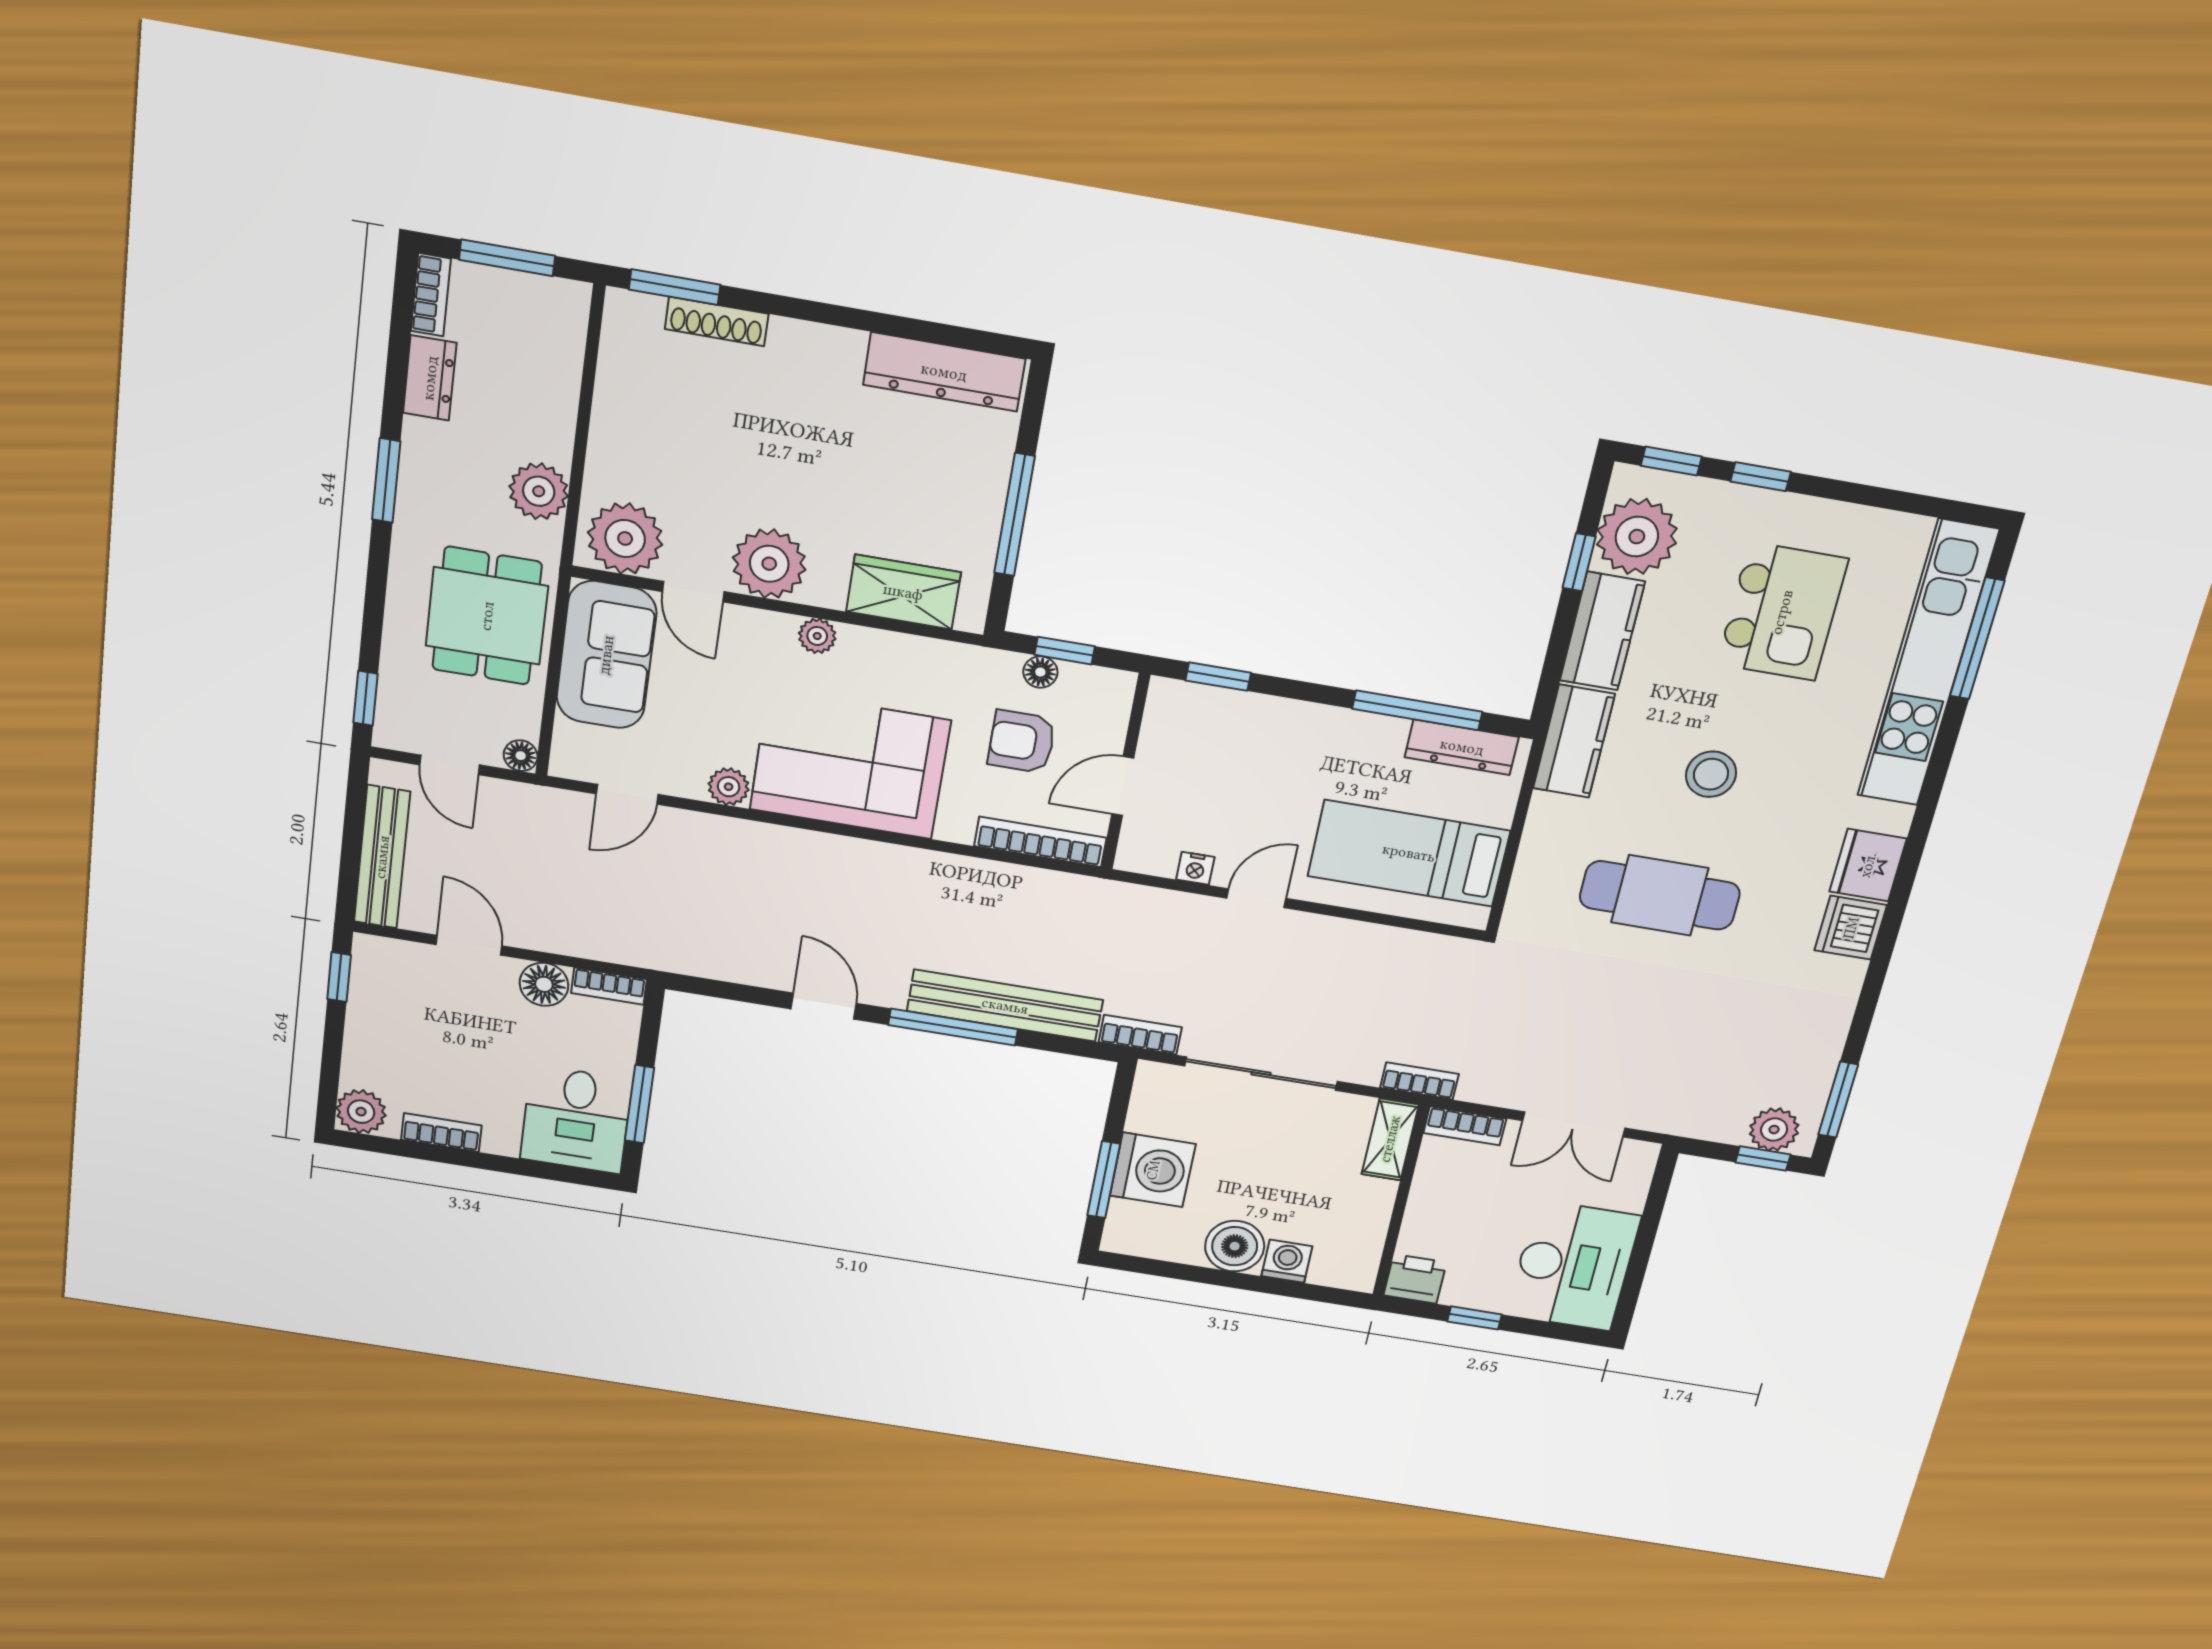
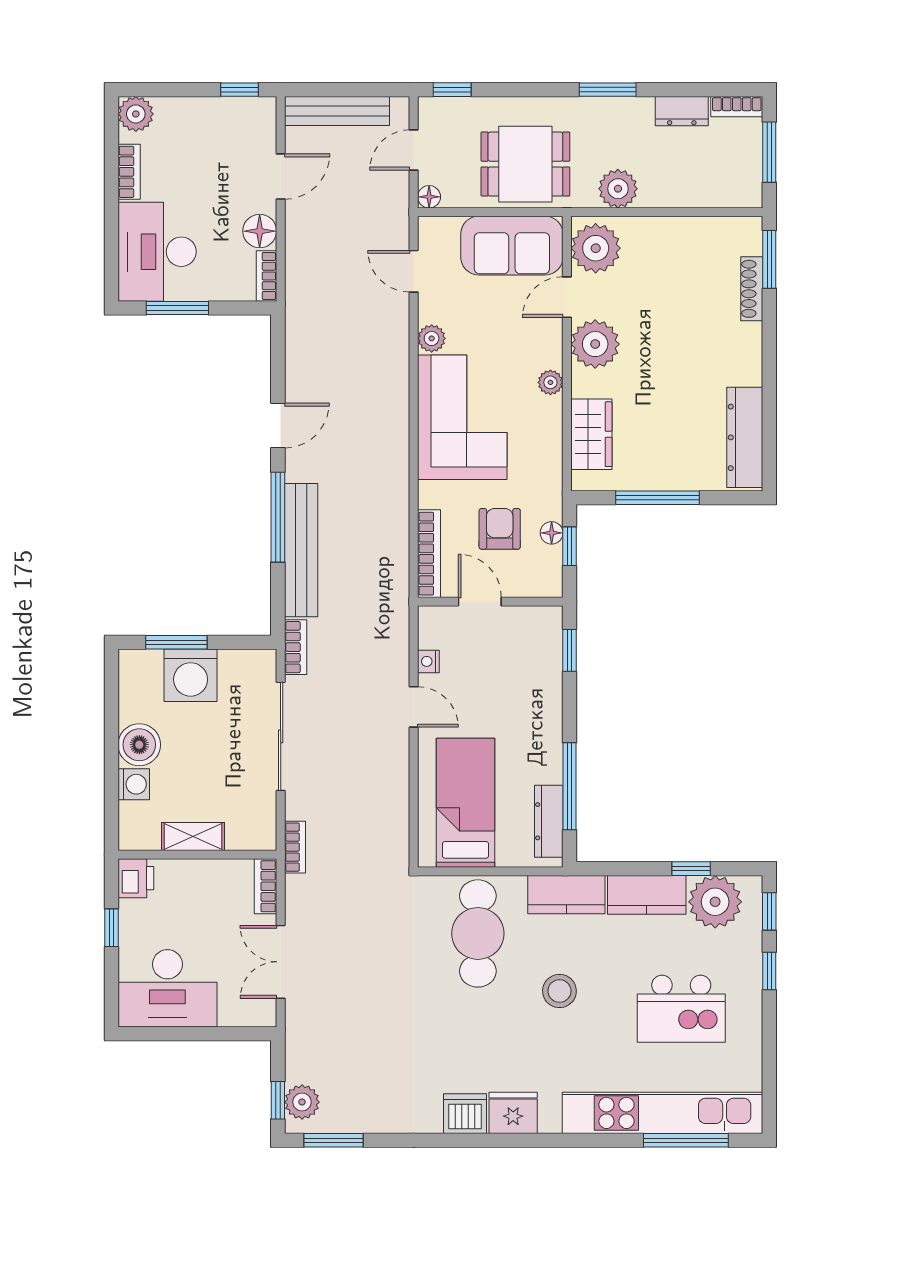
cafe table: (1660, 895) -> (478, 933), moved
desk: (576, 1119) -> (157, 252), width x1.37
shelving: (1390, 1139) -> (193, 837), moved

